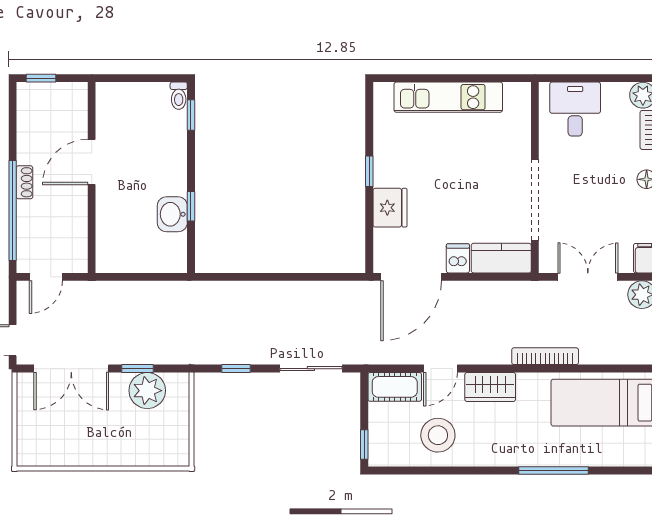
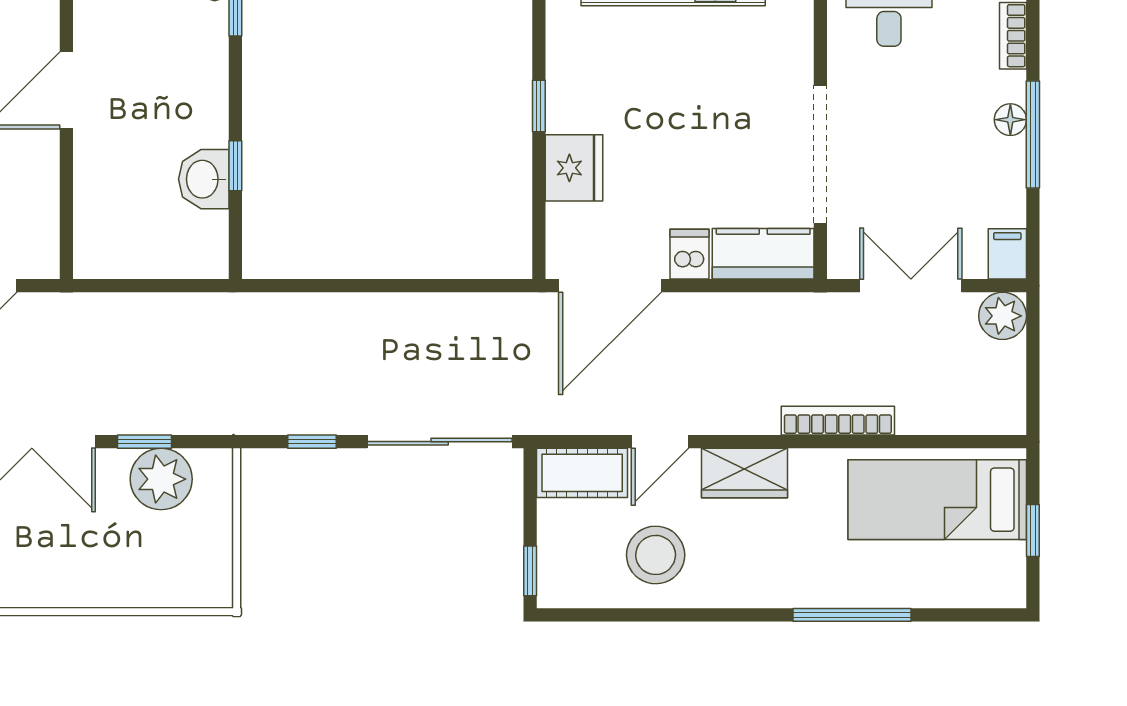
sliding door: (311, 369) -> (440, 442), width x1.37

